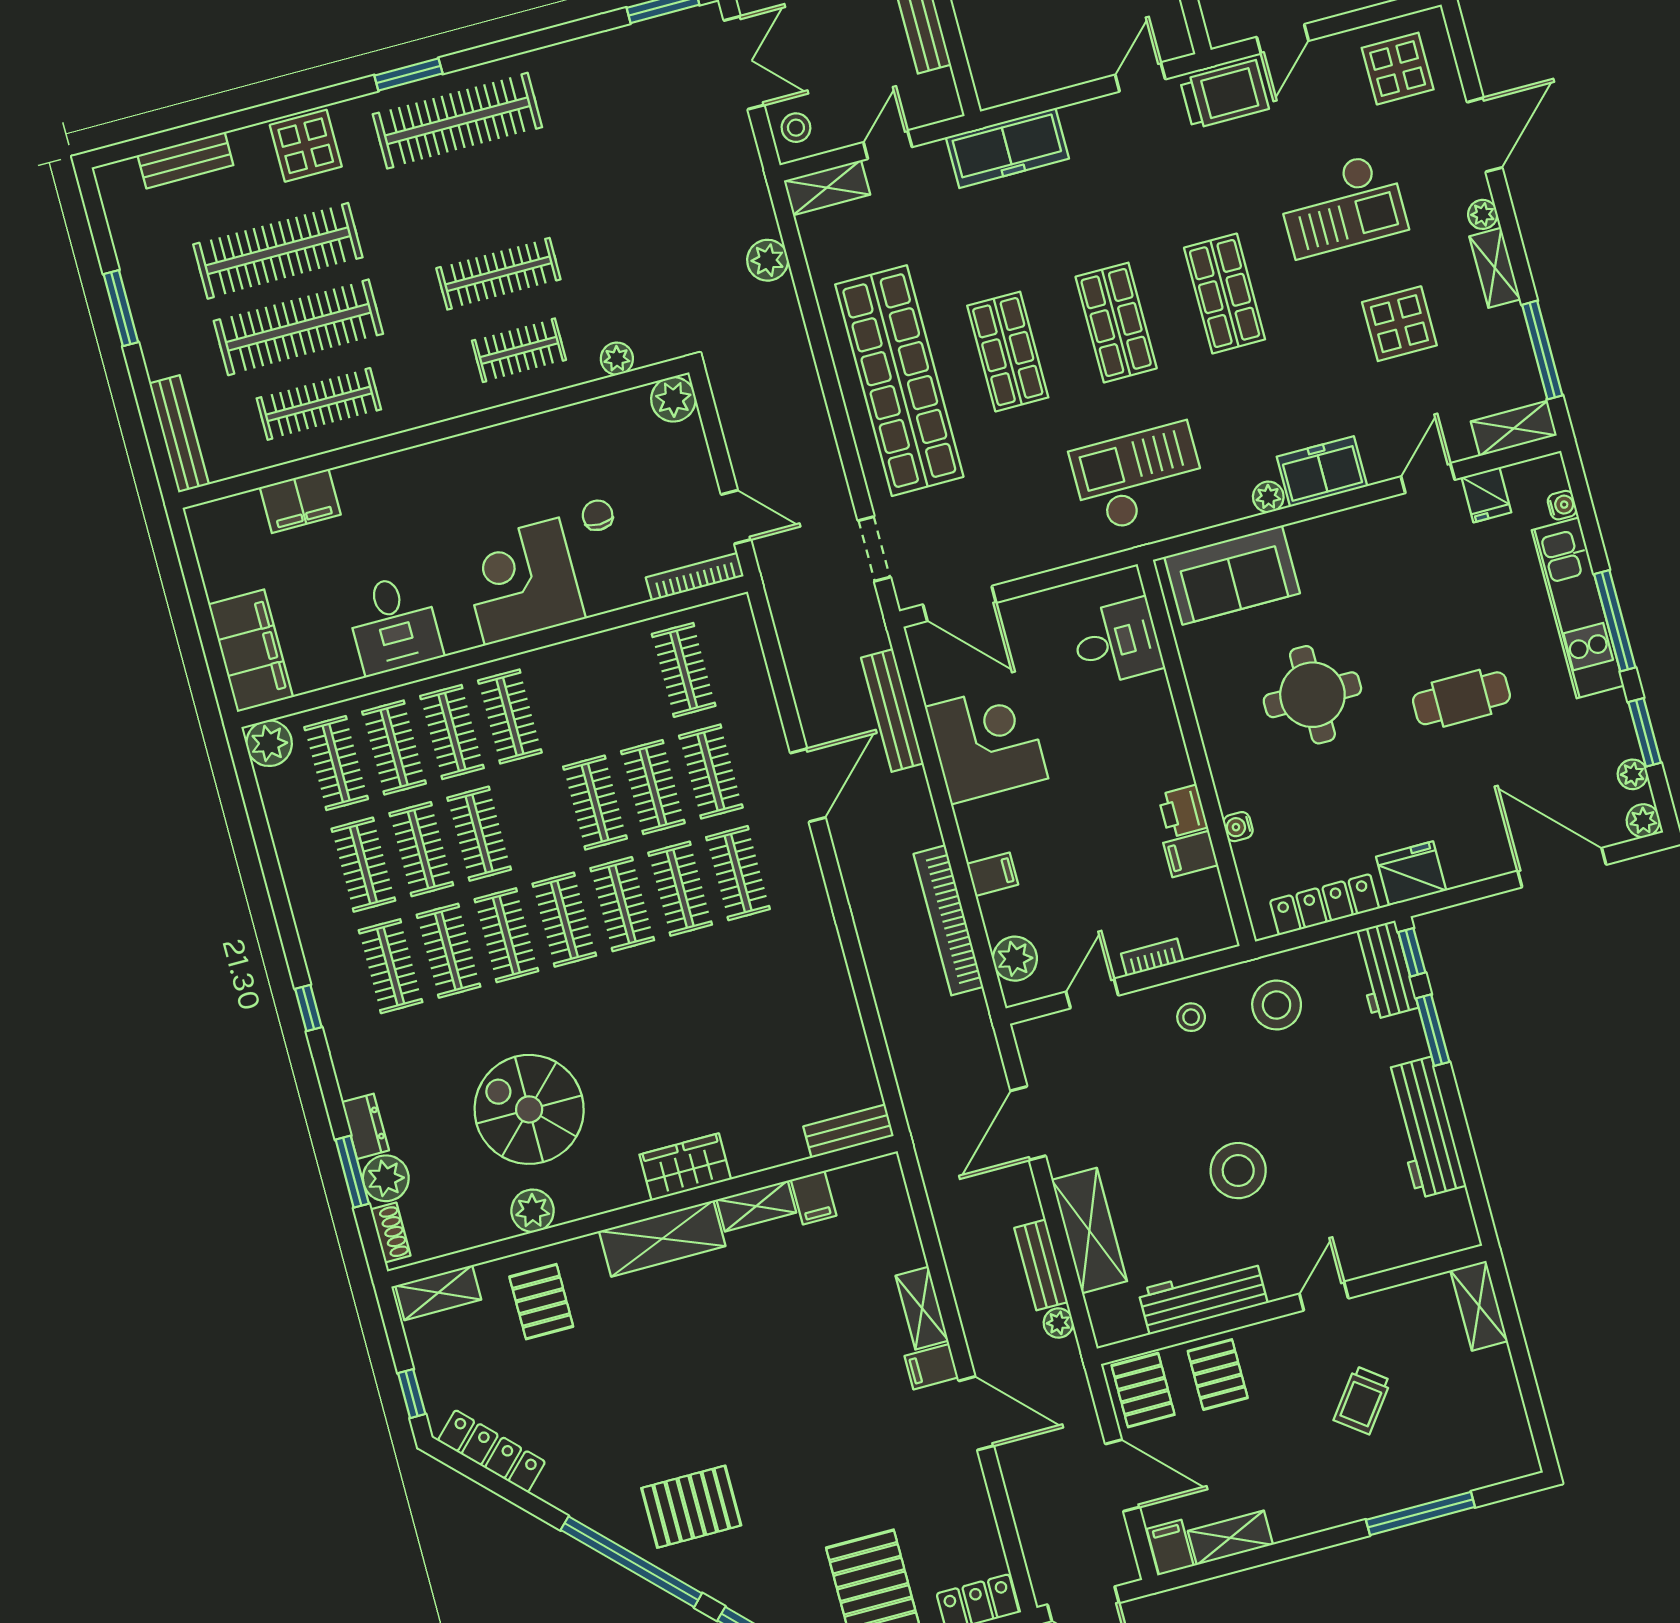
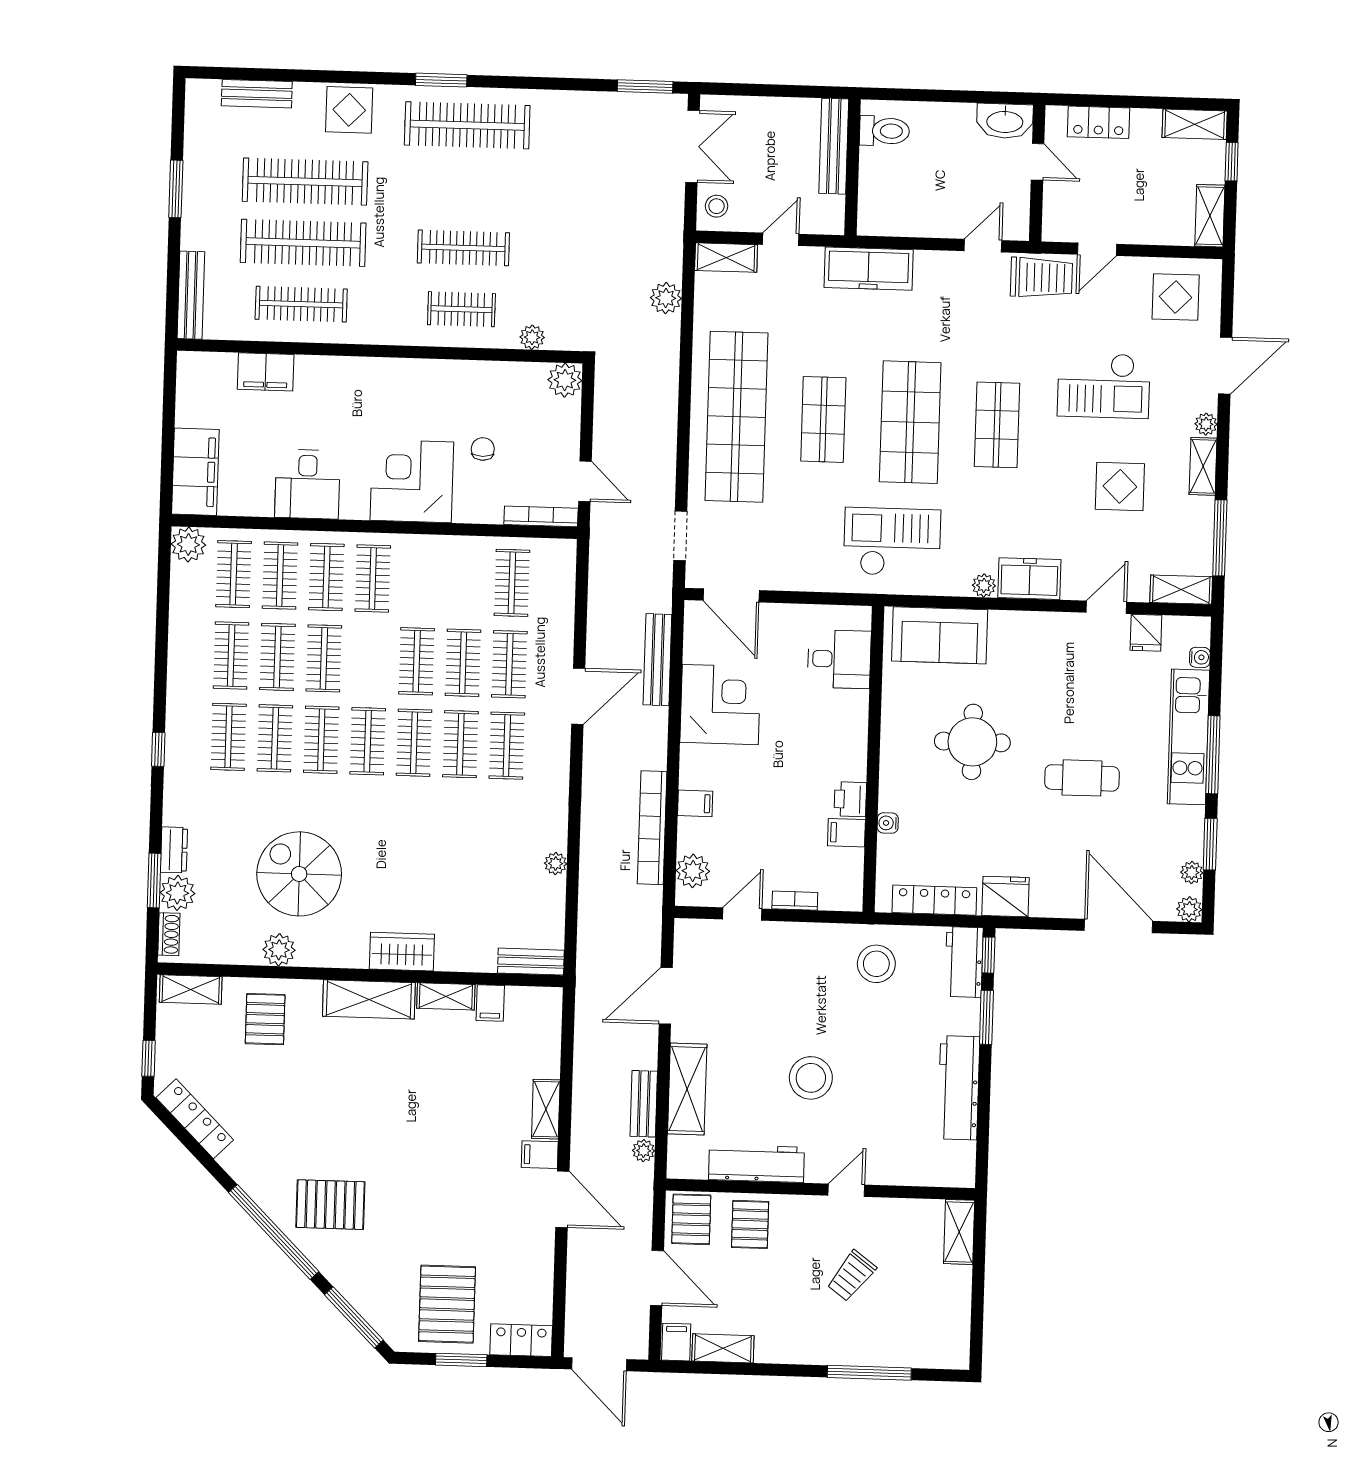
shop shelf: (1116, 323) -> (910, 422), width x1.43, depth x1.36
plant: (842, 1001) -> (556, 864), added
stool: (1191, 1017) -> (810, 954), removed

